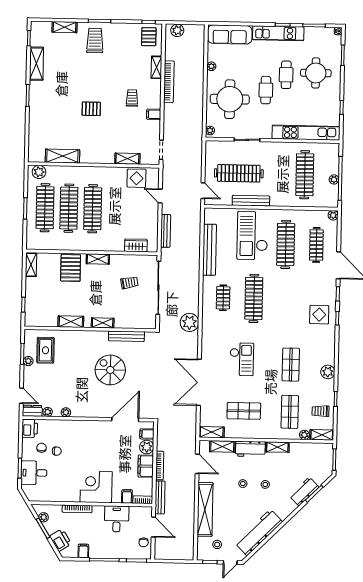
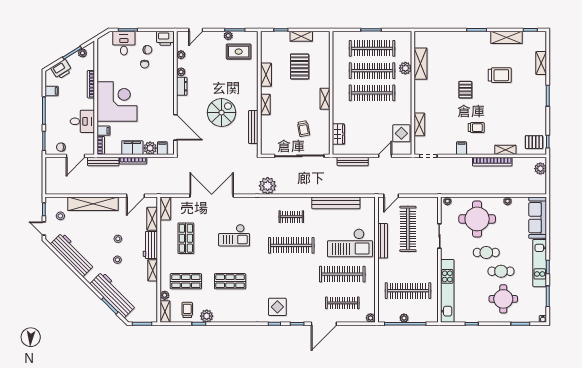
trolley: (95, 40) -> (500, 75), moved
plant: (39, 172) -> (405, 68), moved
checkout: (252, 236) -> (350, 243), turned 180
shelving: (31, 265) -> (301, 36), moved
pallet: (71, 268) -> (300, 66), moved, turned 90
plant: (328, 372) -> (207, 316), moved
dresser: (32, 411) -> (182, 86), moved
corner desk: (96, 487) -> (117, 102), width x1.36, depth x1.36
workbench: (304, 492) -> (113, 295), width x1.88, depth x1.32

